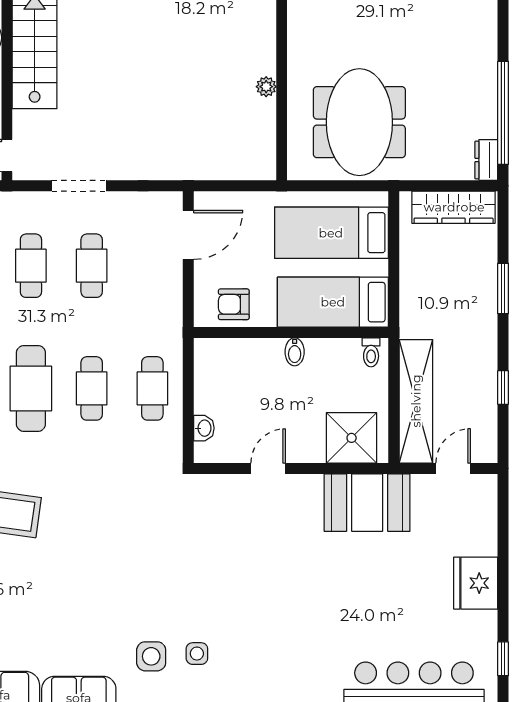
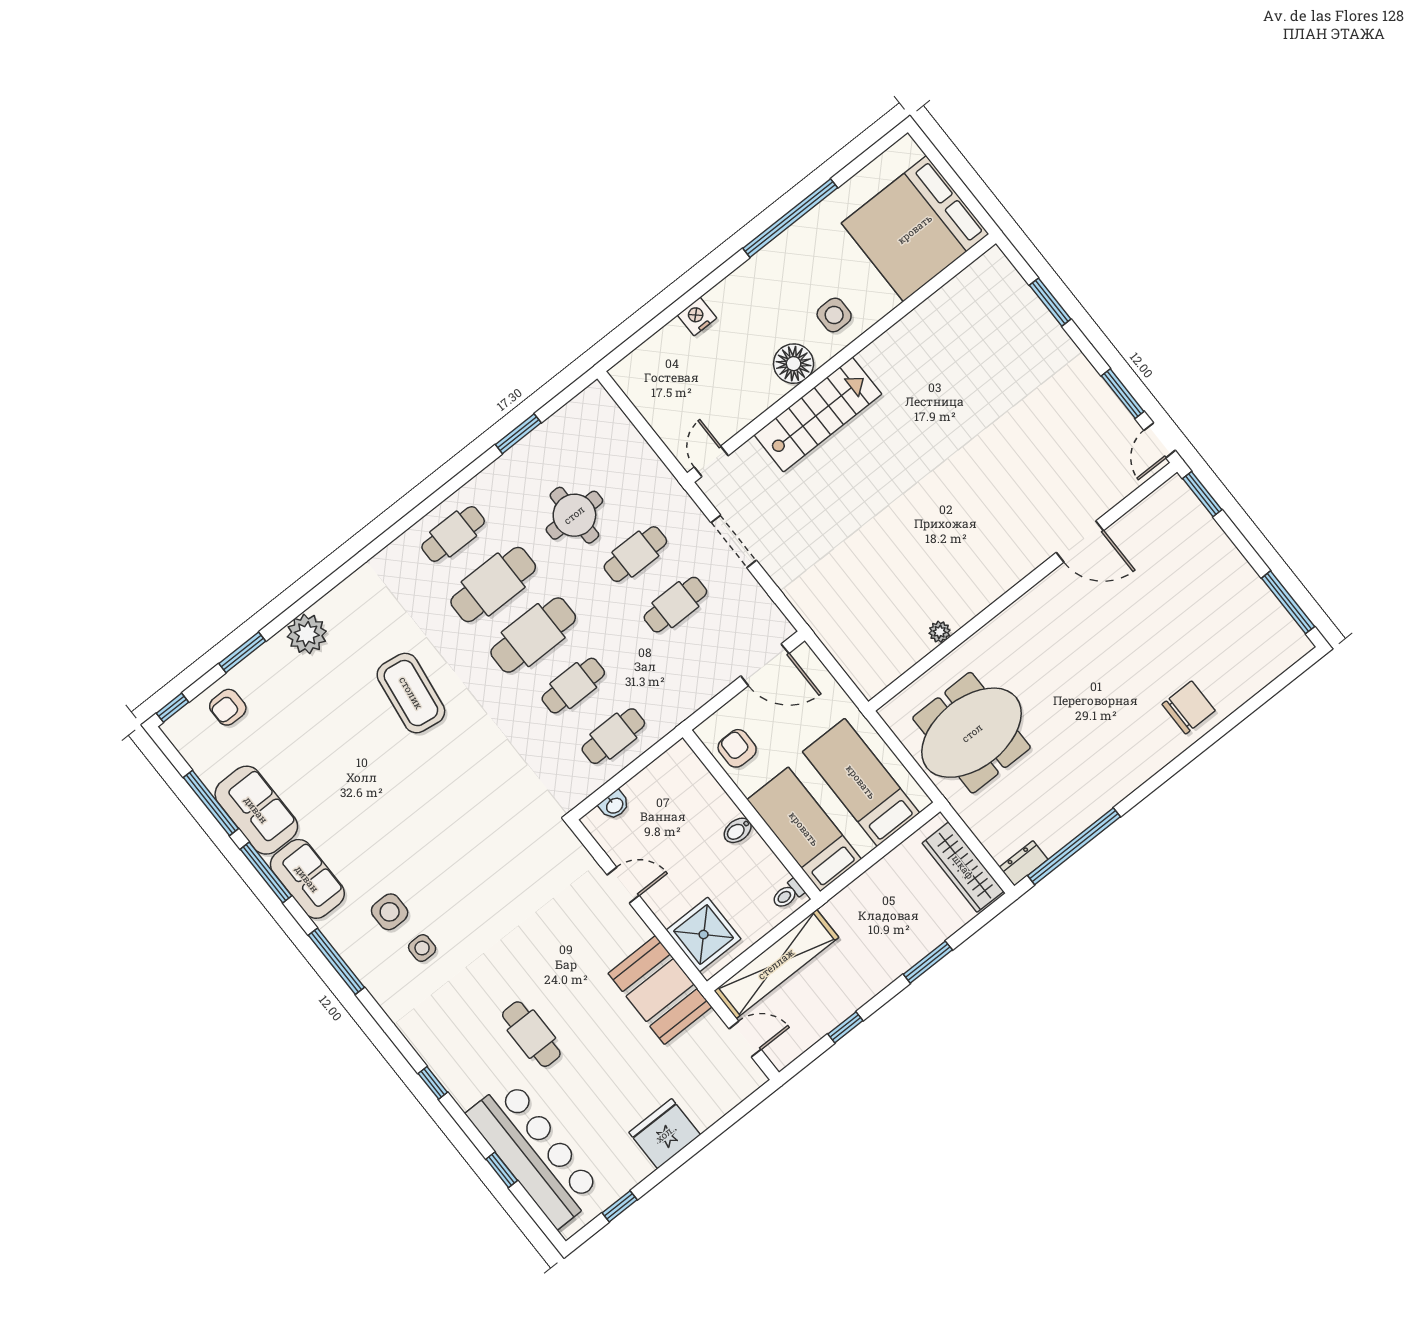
cafe table: (324, 623) -> (531, 1034), added

